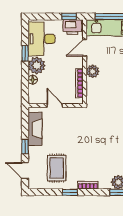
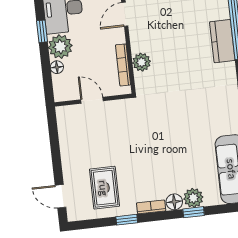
plant: (93, 71) -> (142, 62), moved
fireplace: (35, 129) -> (68, 136), removed
window: (25, 147) -> (57, 163), removed
floor lamp: (105, 184) -> (174, 202), added

